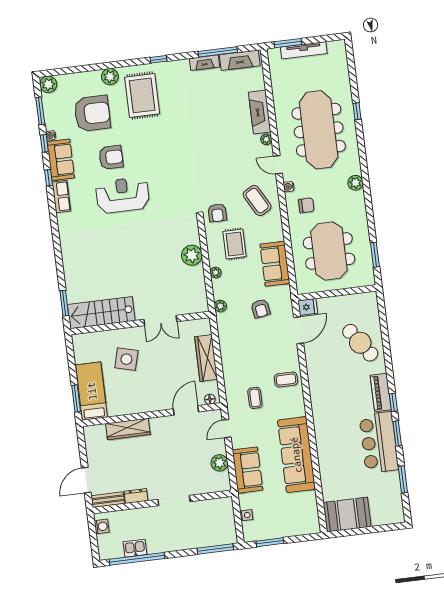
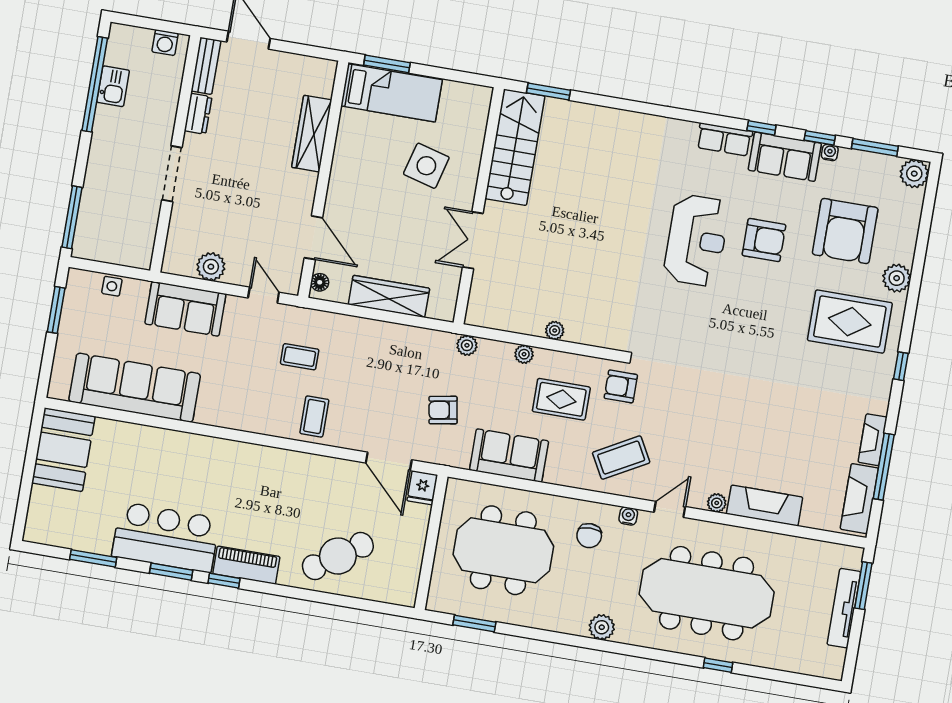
armchair: (111, 157) -> (764, 240), turned -90
plant: (192, 255) -> (555, 330), width x0.53, depth x0.53
sofa: (296, 455) -> (135, 388), moved

